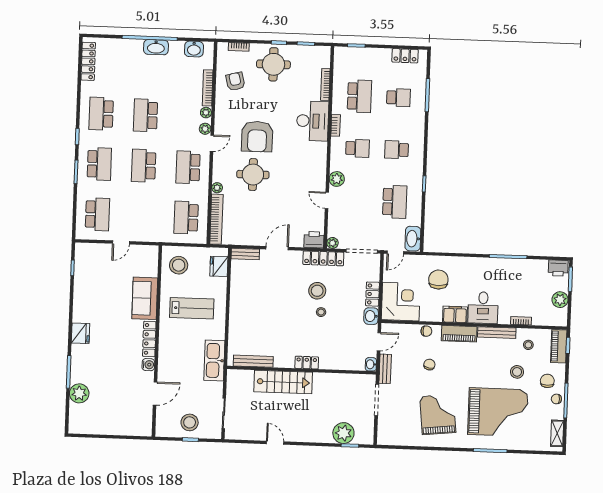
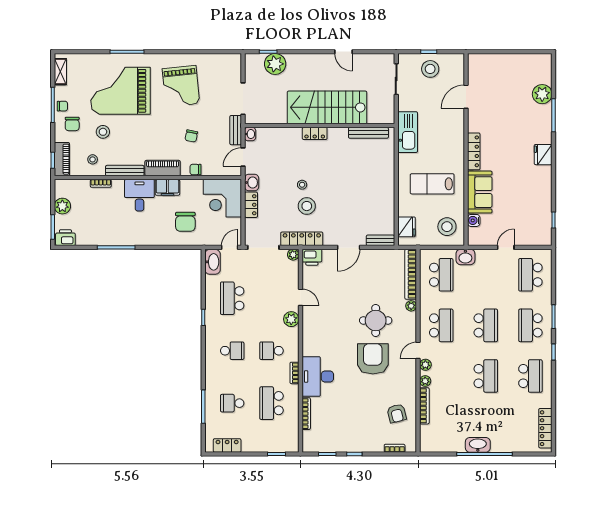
washbasin: (194, 49) -> (465, 257), moved, turned 180
round table: (273, 64) -> (359, 432), removed
water cooler: (148, 365) -> (474, 220), moved
stairs: (283, 382) -> (327, 107), width x1.36, depth x1.51

